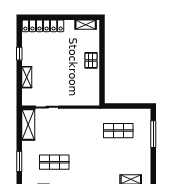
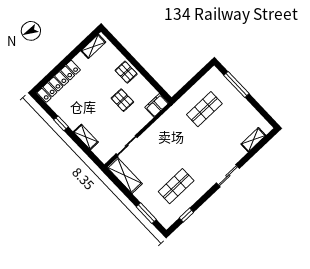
pallet: (72, 76) -> (122, 100), added
filing cabinet: (90, 100) -> (157, 105), added

